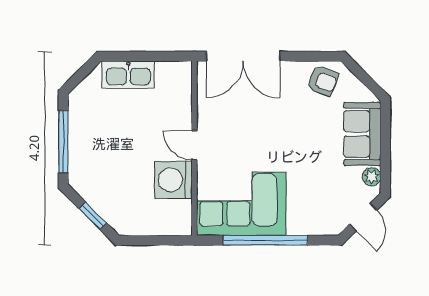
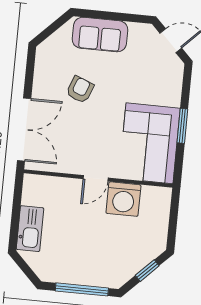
armchair: (323, 81) -> (80, 90), moved
plant: (371, 177) -> (137, 30), removed
window: (265, 240) -> (182, 126), width x0.47

